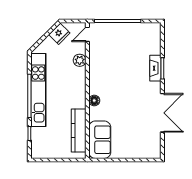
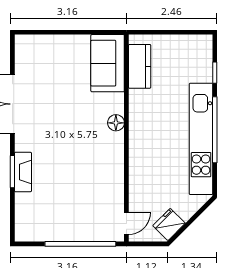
plant: (80, 60) -> (138, 184), removed
kitchen counter: (79, 130) -> (140, 66), width x0.67

